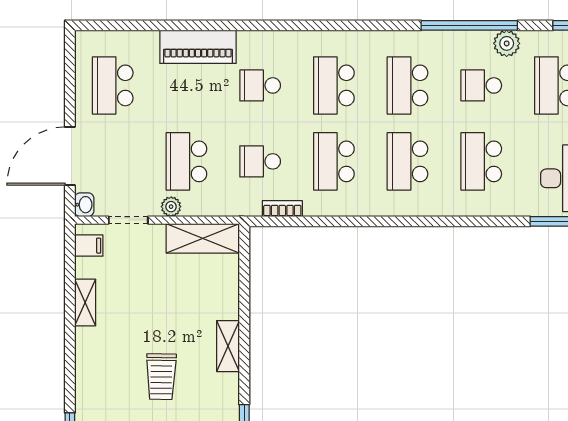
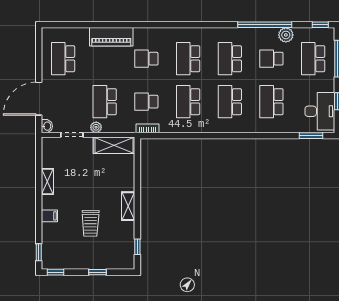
bookcase: (282, 209) -> (147, 128), moved
filing cabinet: (89, 246) -> (49, 216), moved

